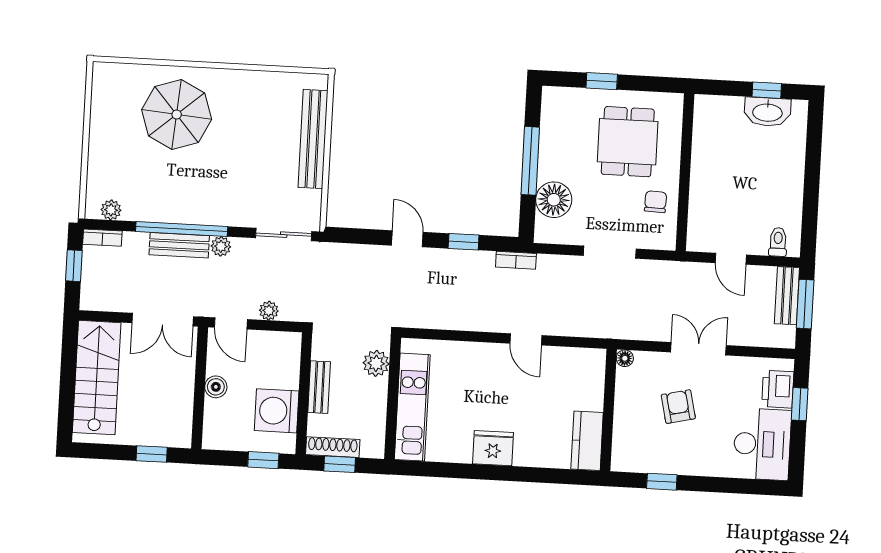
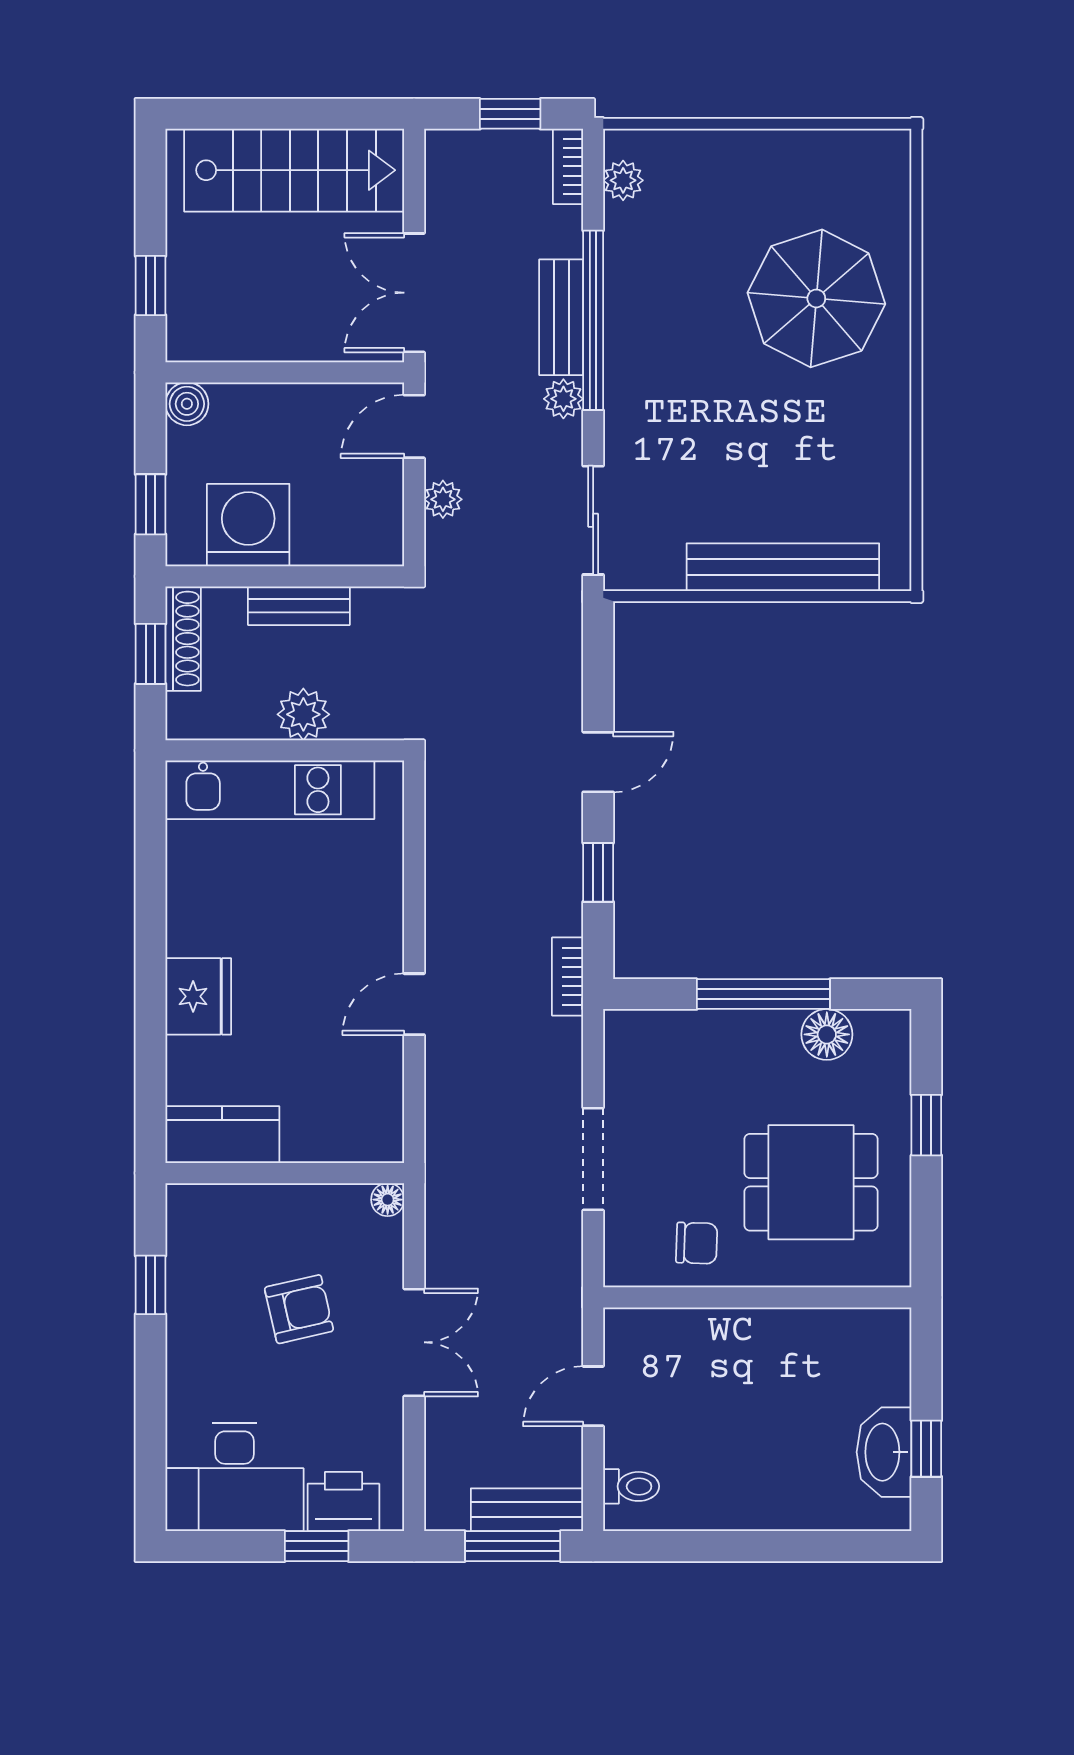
floor lamp: (554, 200) -> (827, 1034), moved, width x0.73, depth x0.73
plant: (376, 363) -> (303, 714), moved
boiler: (216, 387) -> (187, 404), moved
fridge: (493, 448) -> (198, 996), moved

